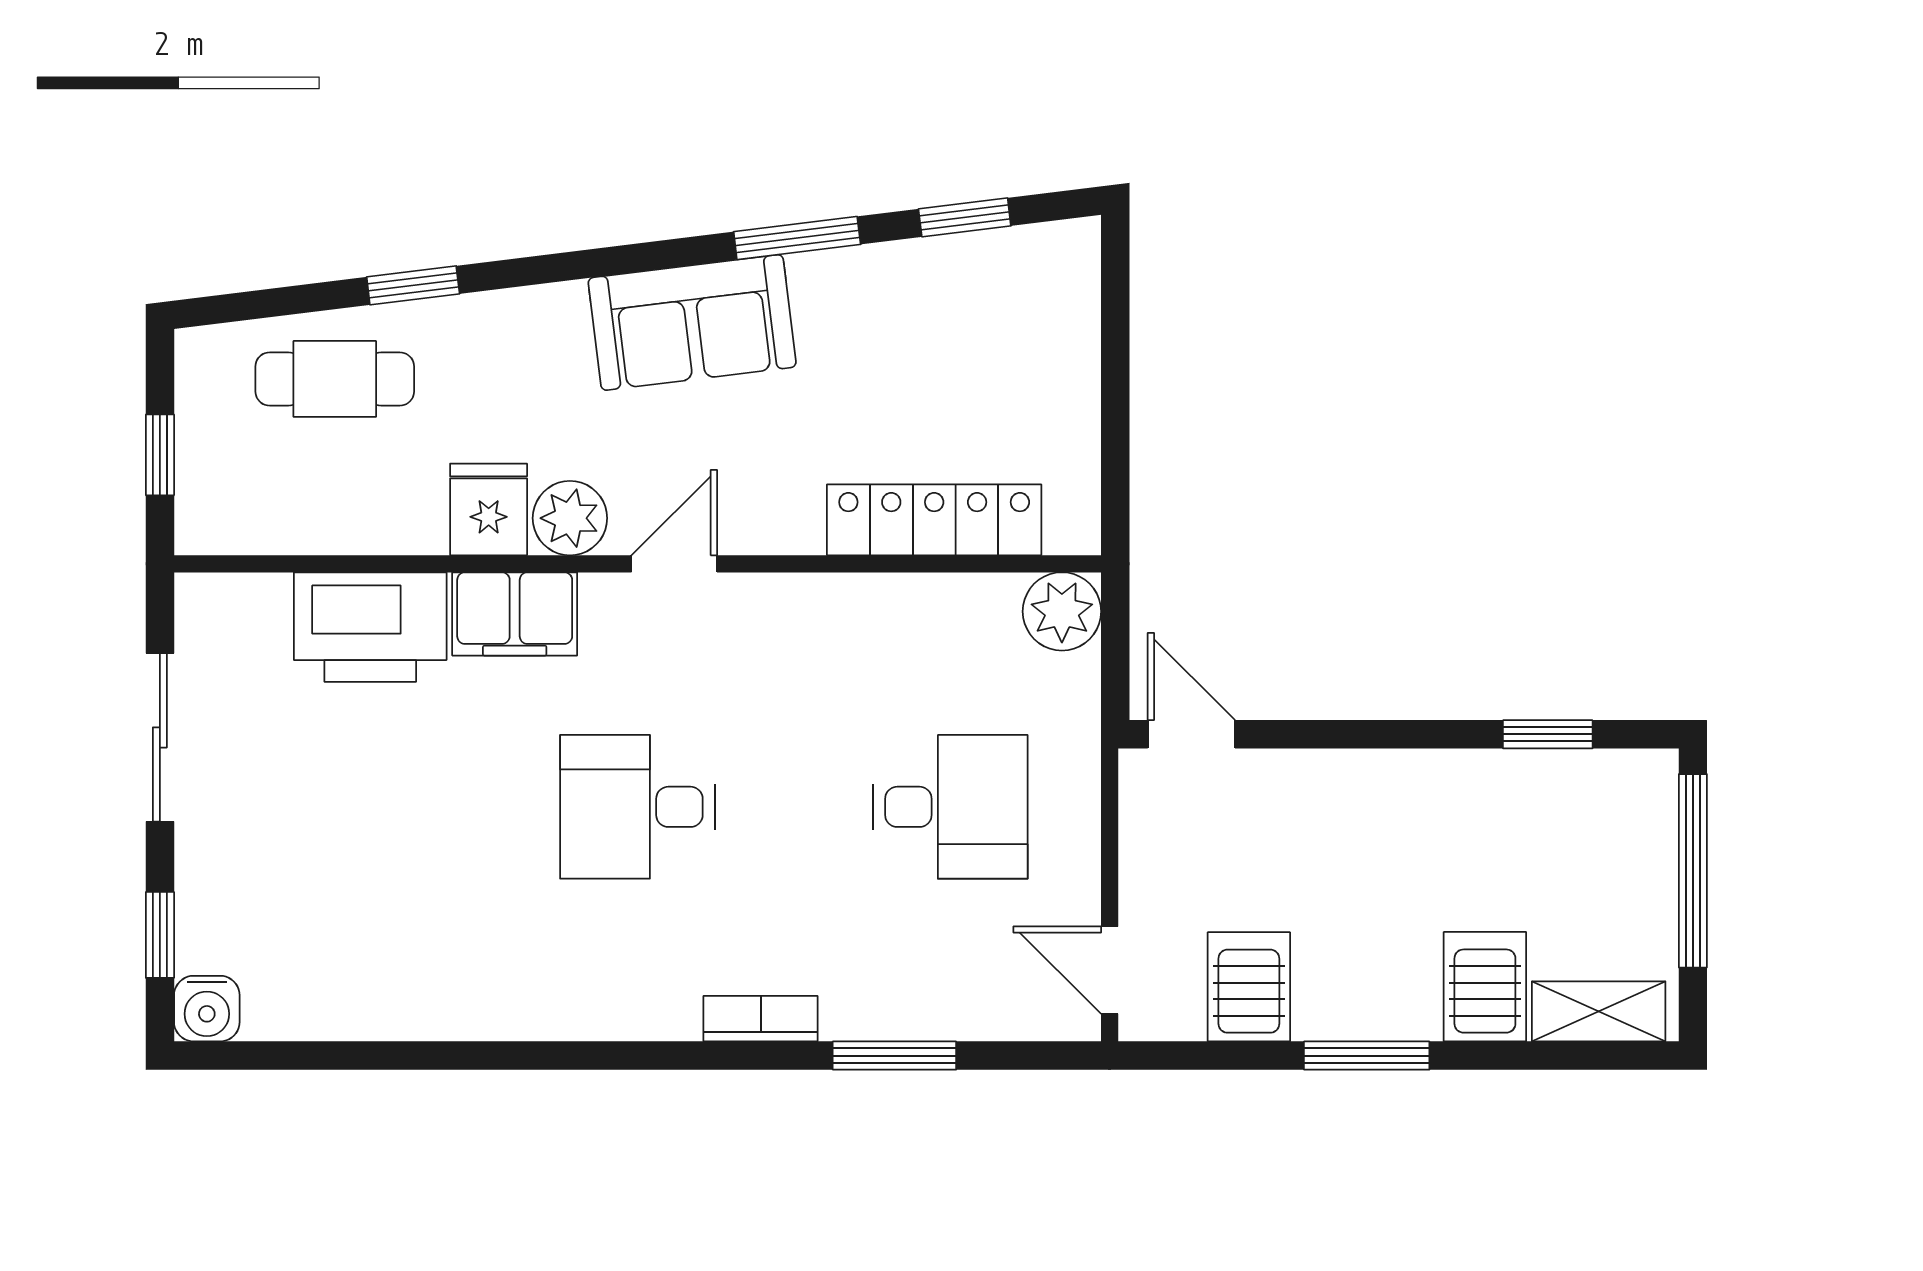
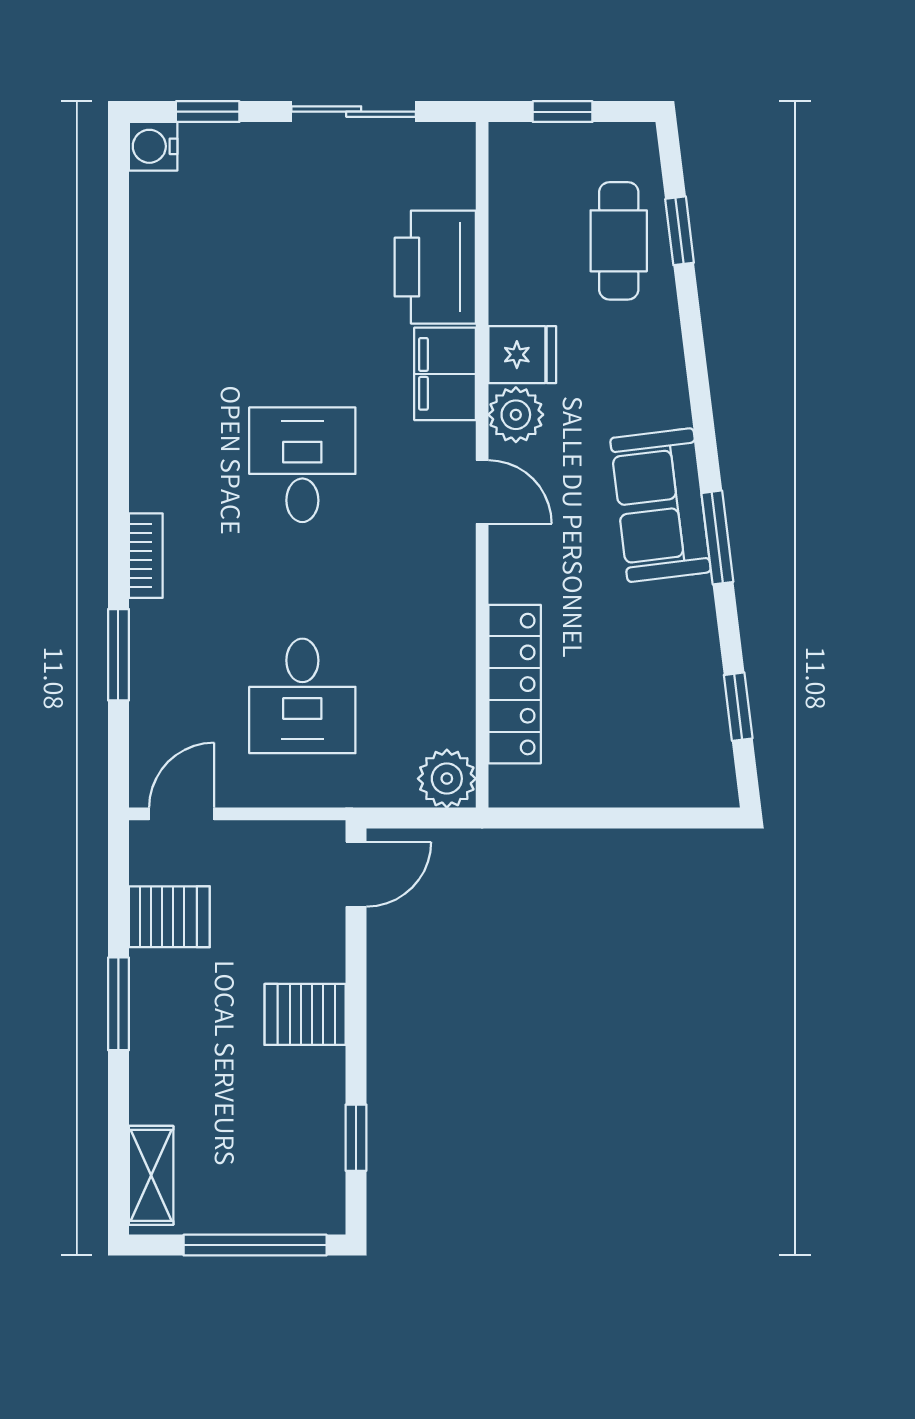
window: (797, 238) -> (717, 537), moved
window: (413, 285) -> (680, 231), moved
server rack: (1485, 987) -> (305, 1014), moved, turned 180

